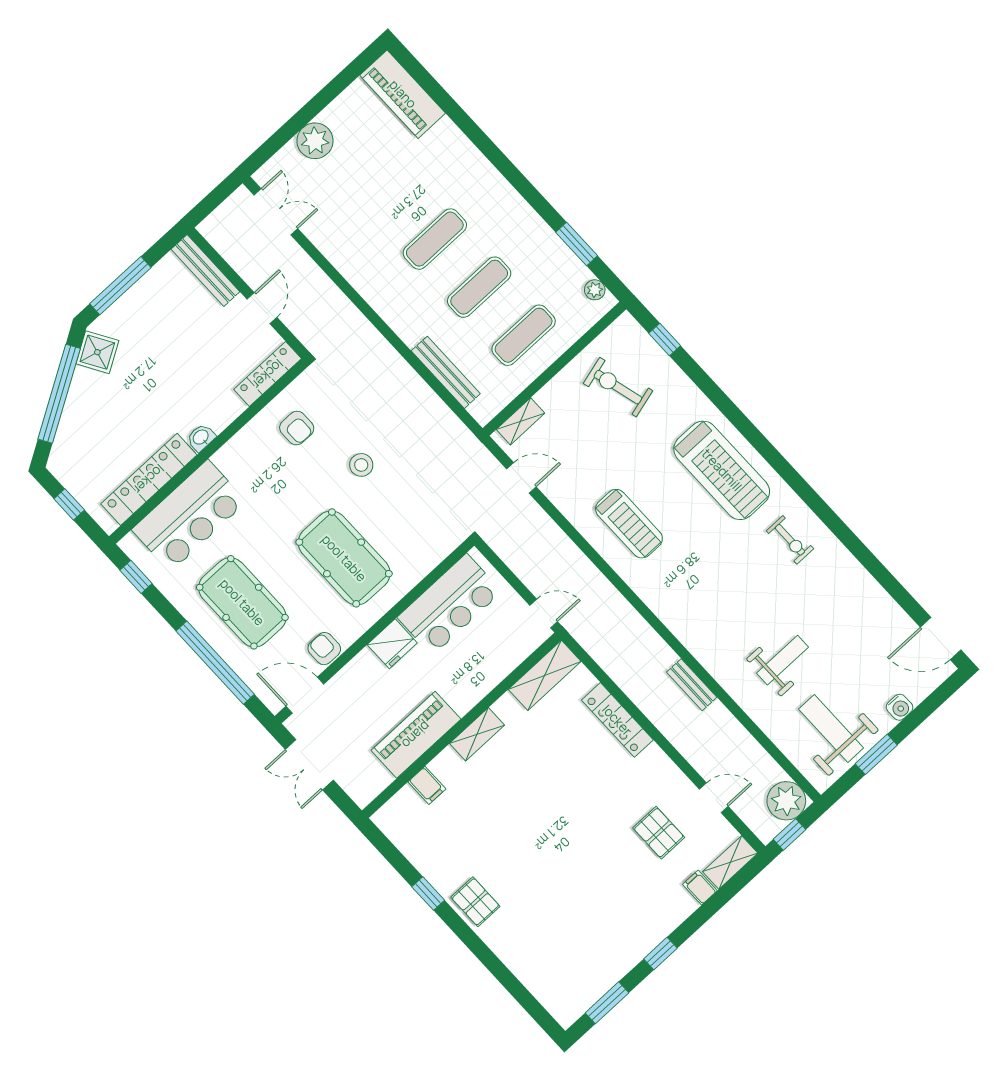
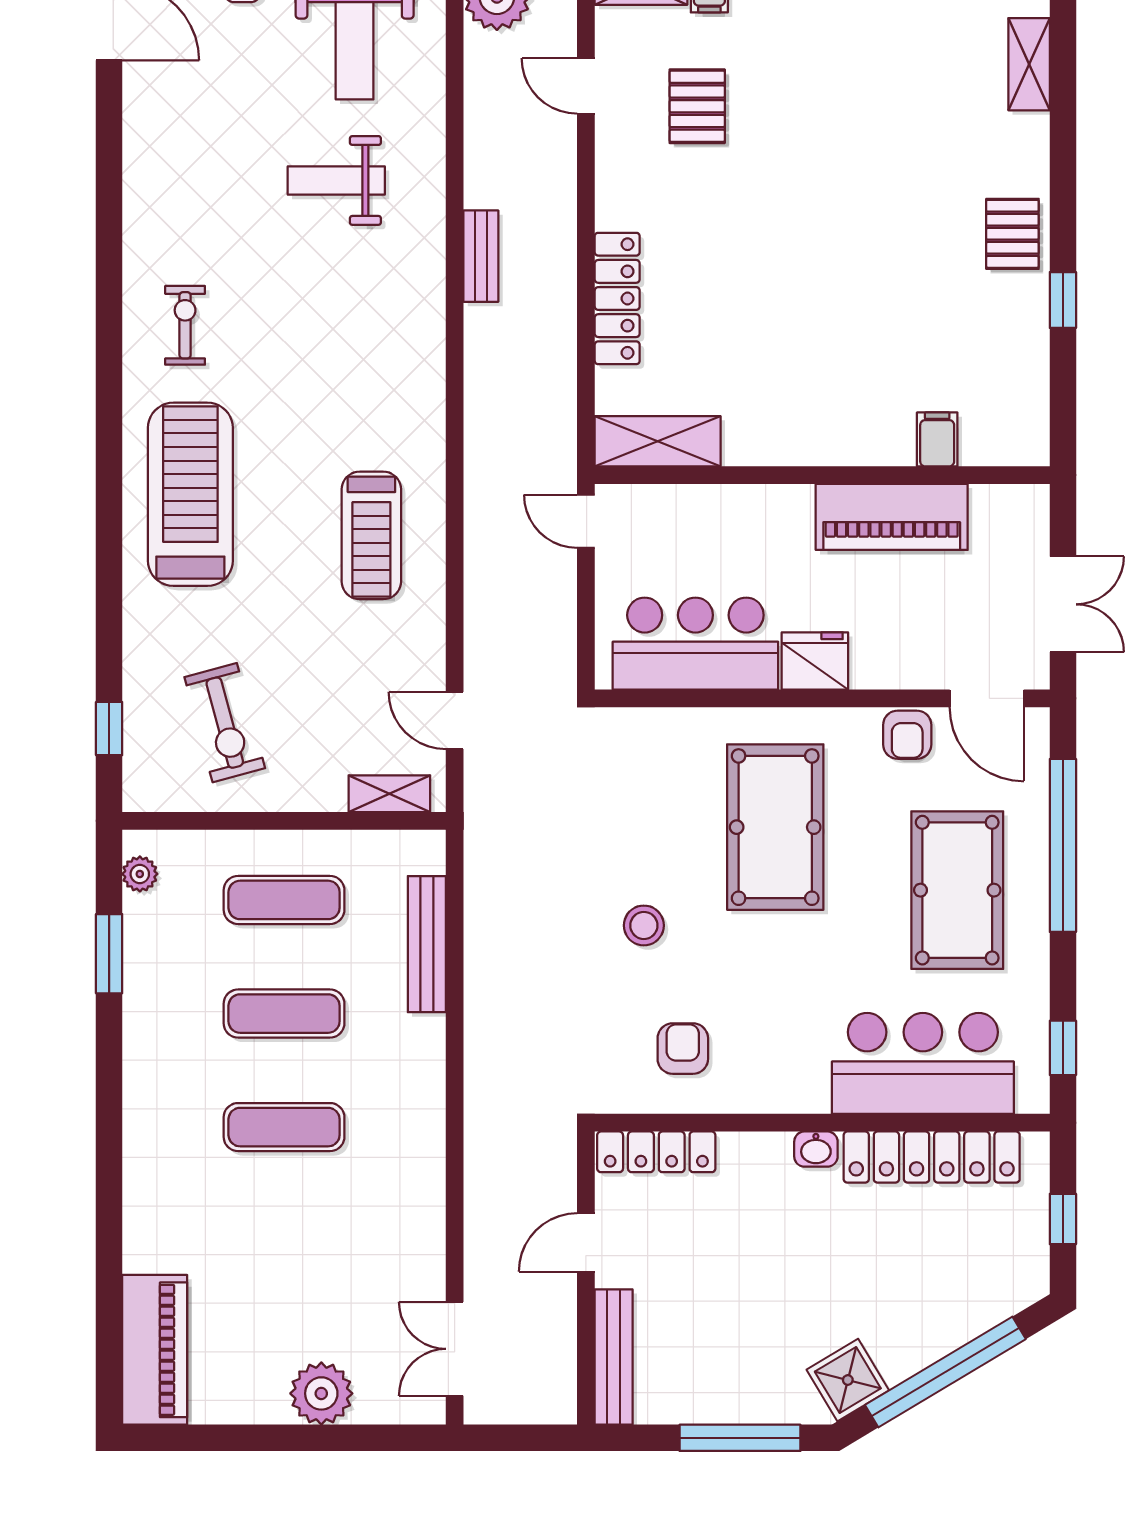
treadmill: (629, 524) -> (371, 535), turned 180
shelving: (477, 734) -> (1029, 64), moved, turned 90

